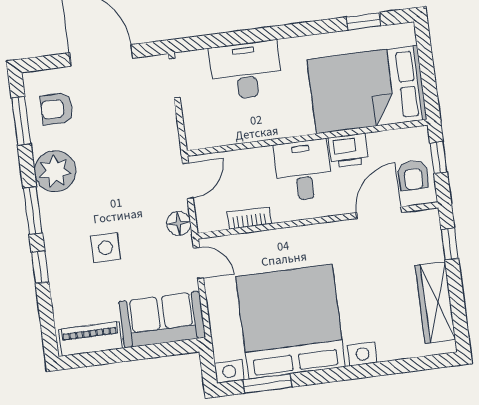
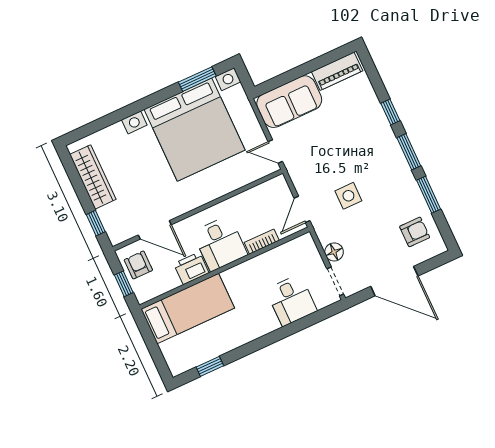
desk: (246, 71) -> (291, 300), width x0.73
bed: (367, 89) -> (188, 309), width x0.67
window: (21, 121) -> (429, 195), moved
plant: (55, 171) -> (401, 186), removed
door: (379, 213) -> (155, 230), hinge flipped
bookcase: (249, 218) -> (262, 242), moved, turned 180
floor lamp: (179, 223) -> (334, 252), moved
side table: (105, 248) -> (348, 196), moved

